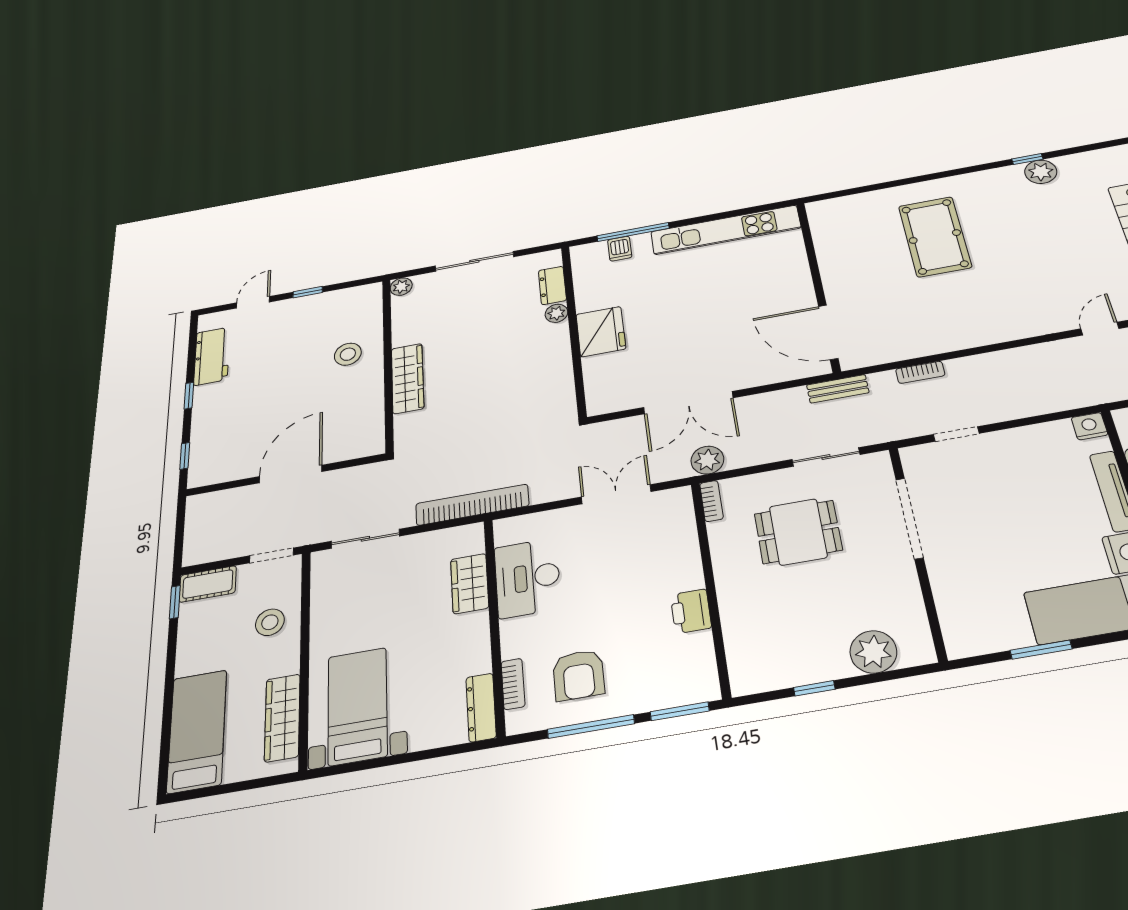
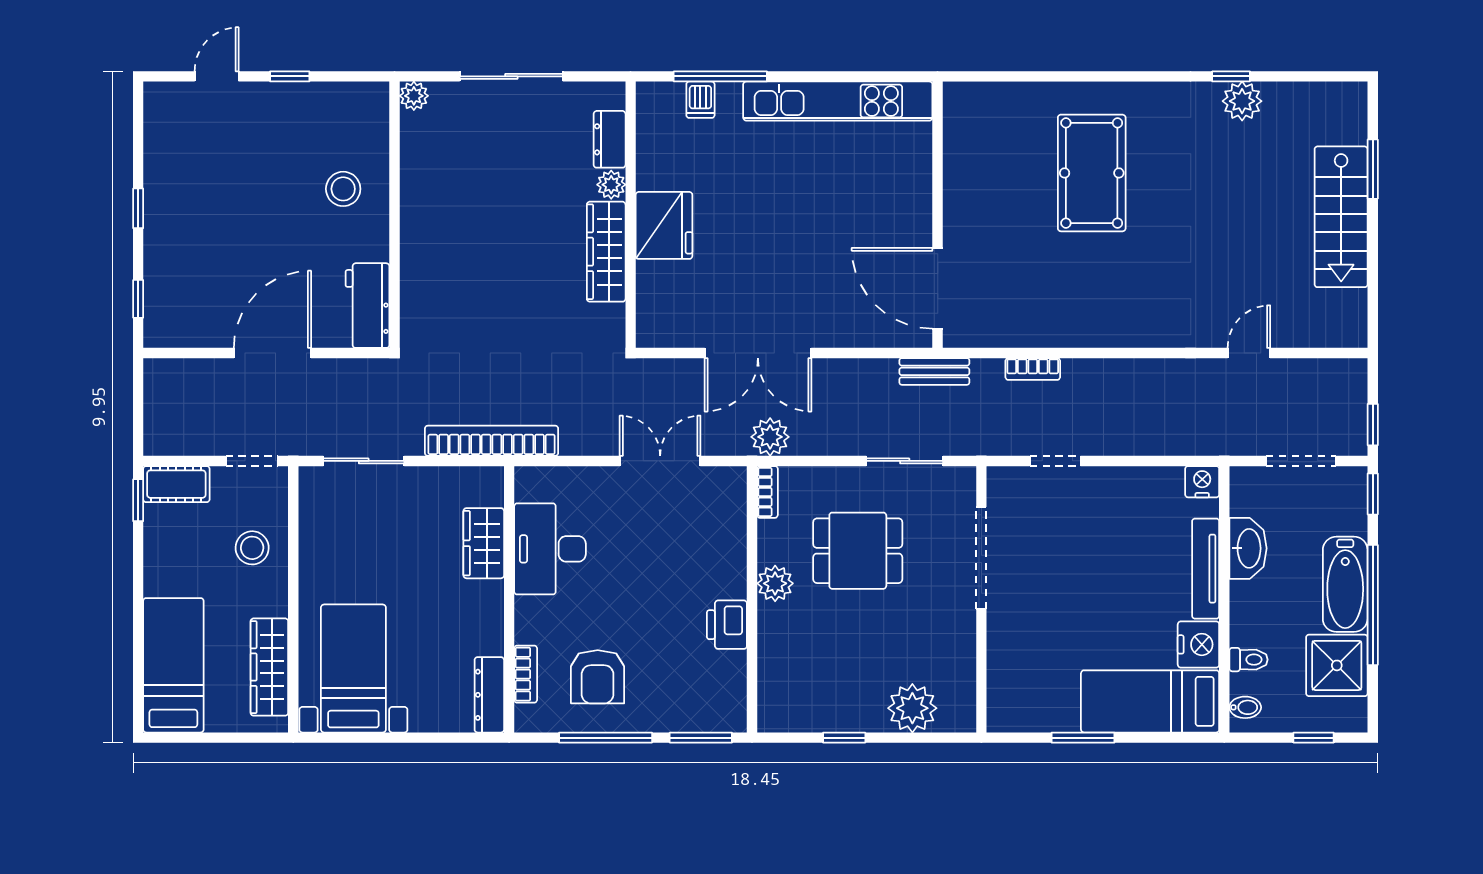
workbench: (212, 356) -> (367, 306), moved, turned 180
wardrobe: (408, 378) -> (606, 252), moved, turned 180
plant: (729, 570) -> (775, 583), added

